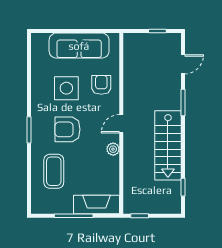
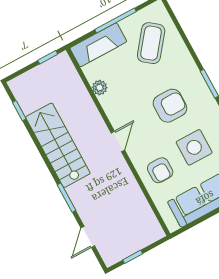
plant: (113, 149) -> (100, 88), moved
coffee table: (54, 171) -> (151, 43), moved, turned 38

